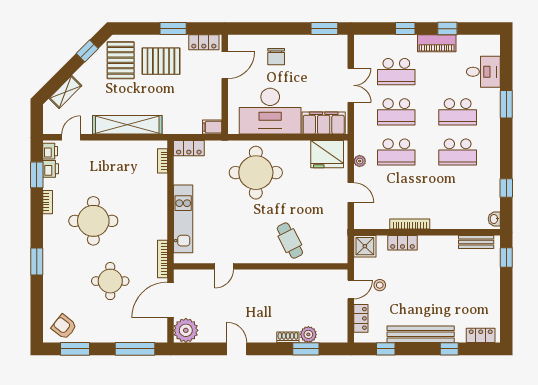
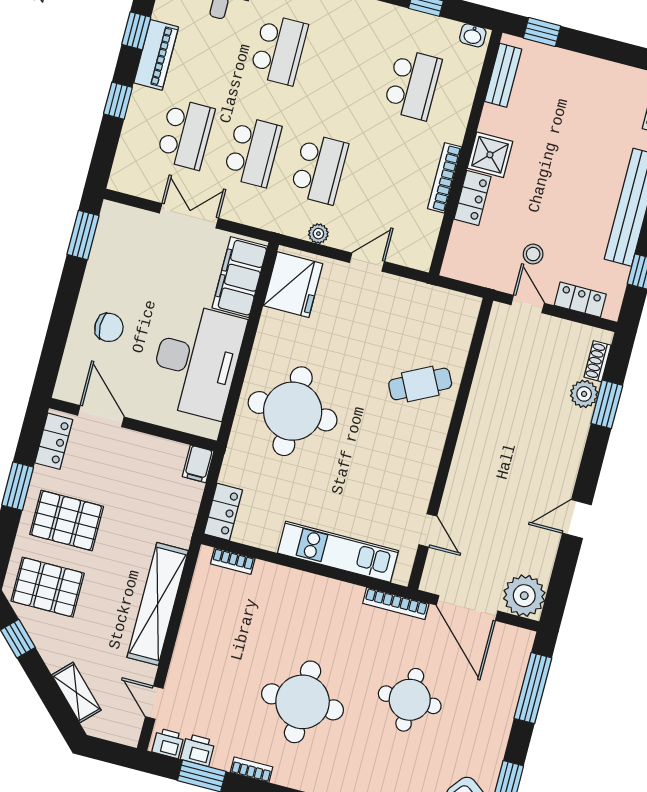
pallet: (161, 61) -> (67, 520), turned 90
school desk: (458, 152) -> (413, 85), moved
shower: (365, 246) -> (490, 155), moved
door: (224, 266) -> (428, 530), moved
shoe rack: (288, 337) -> (598, 361), moved

